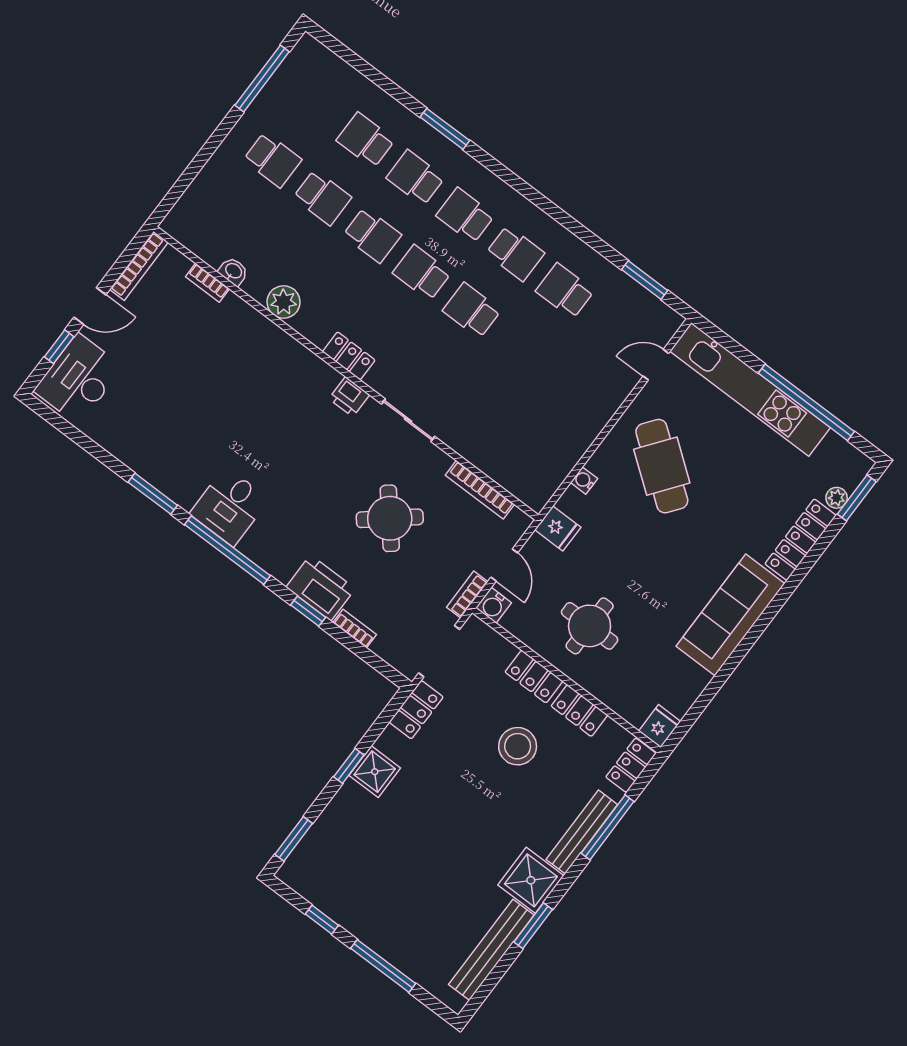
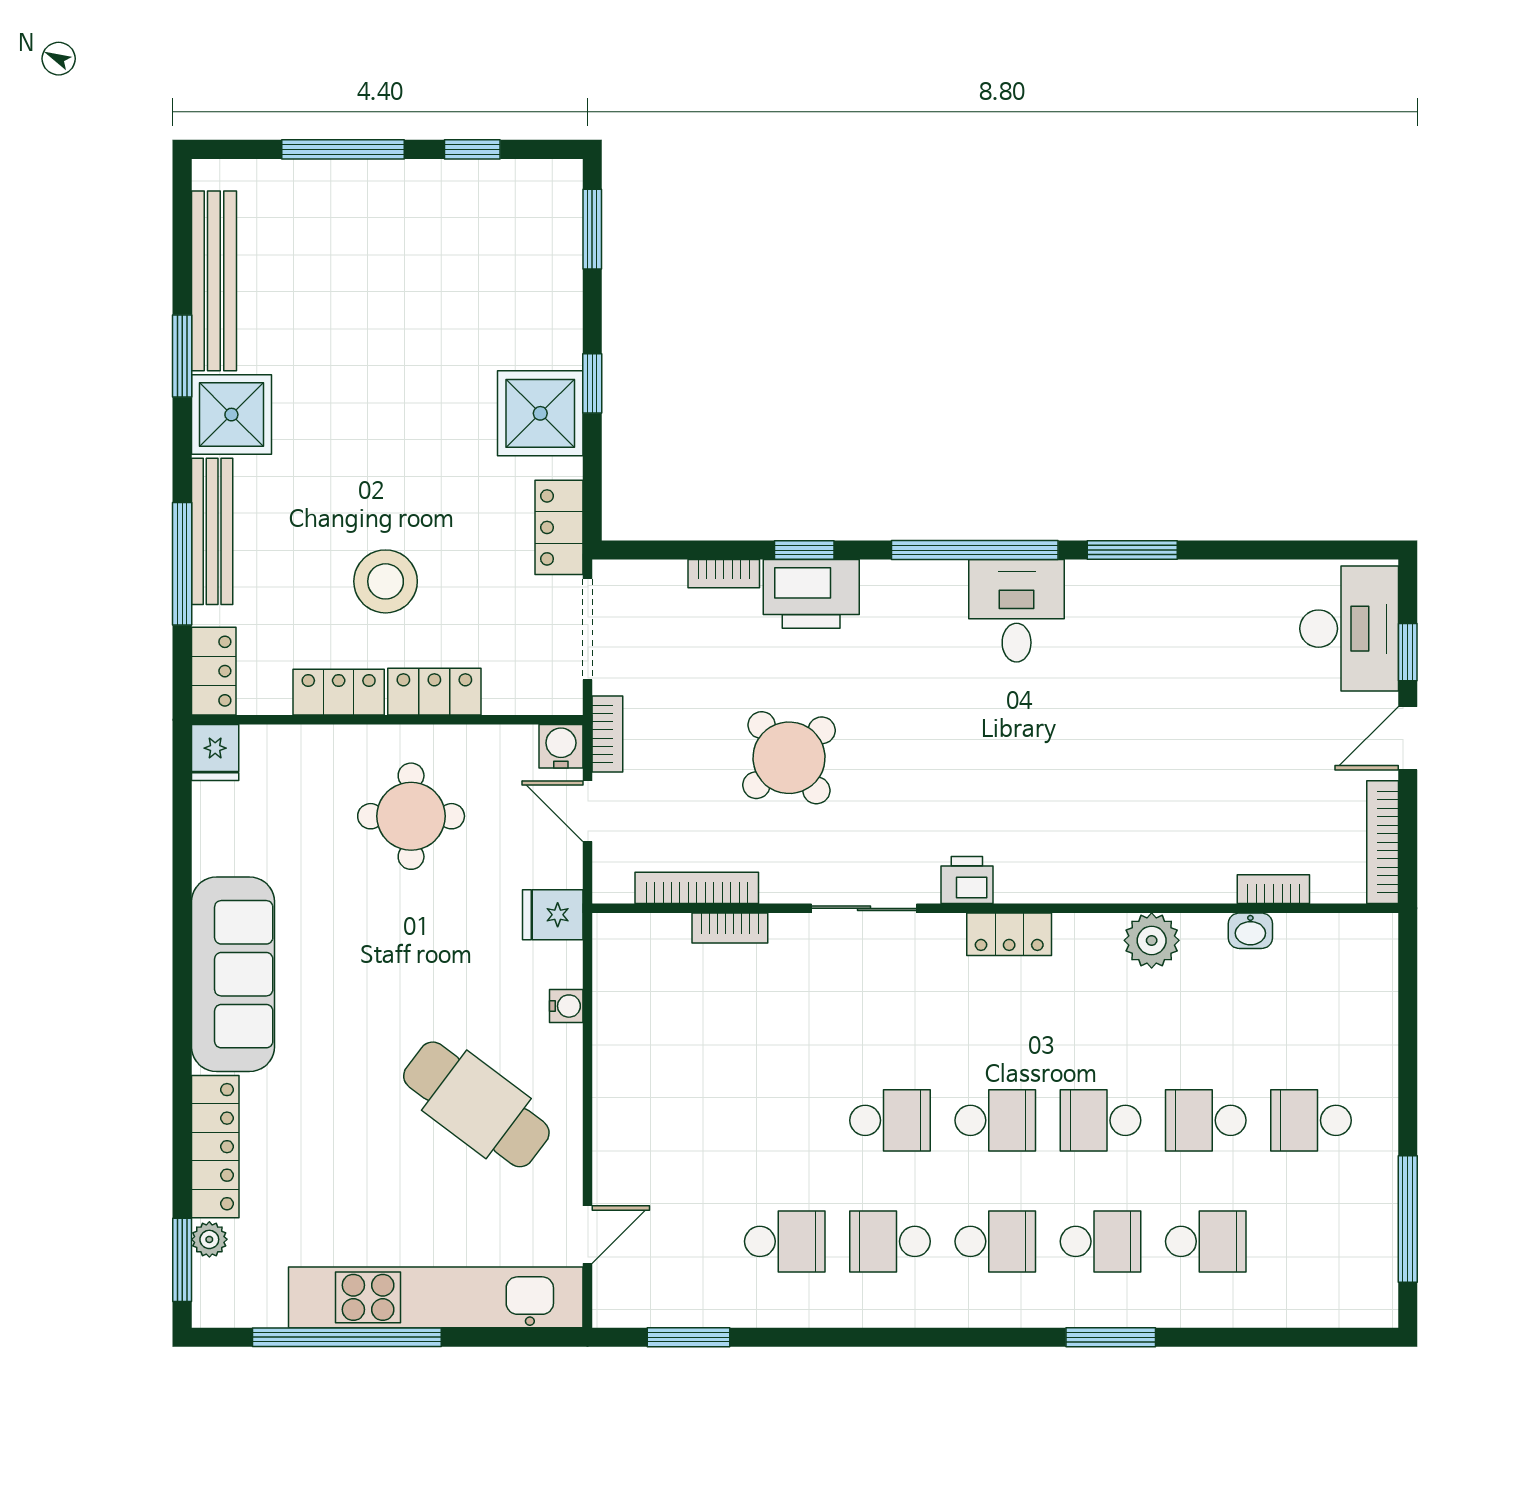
bookcase: (479, 459) -> (730, 928), added
shower: (375, 772) -> (540, 413), width x1.36, depth x1.36

